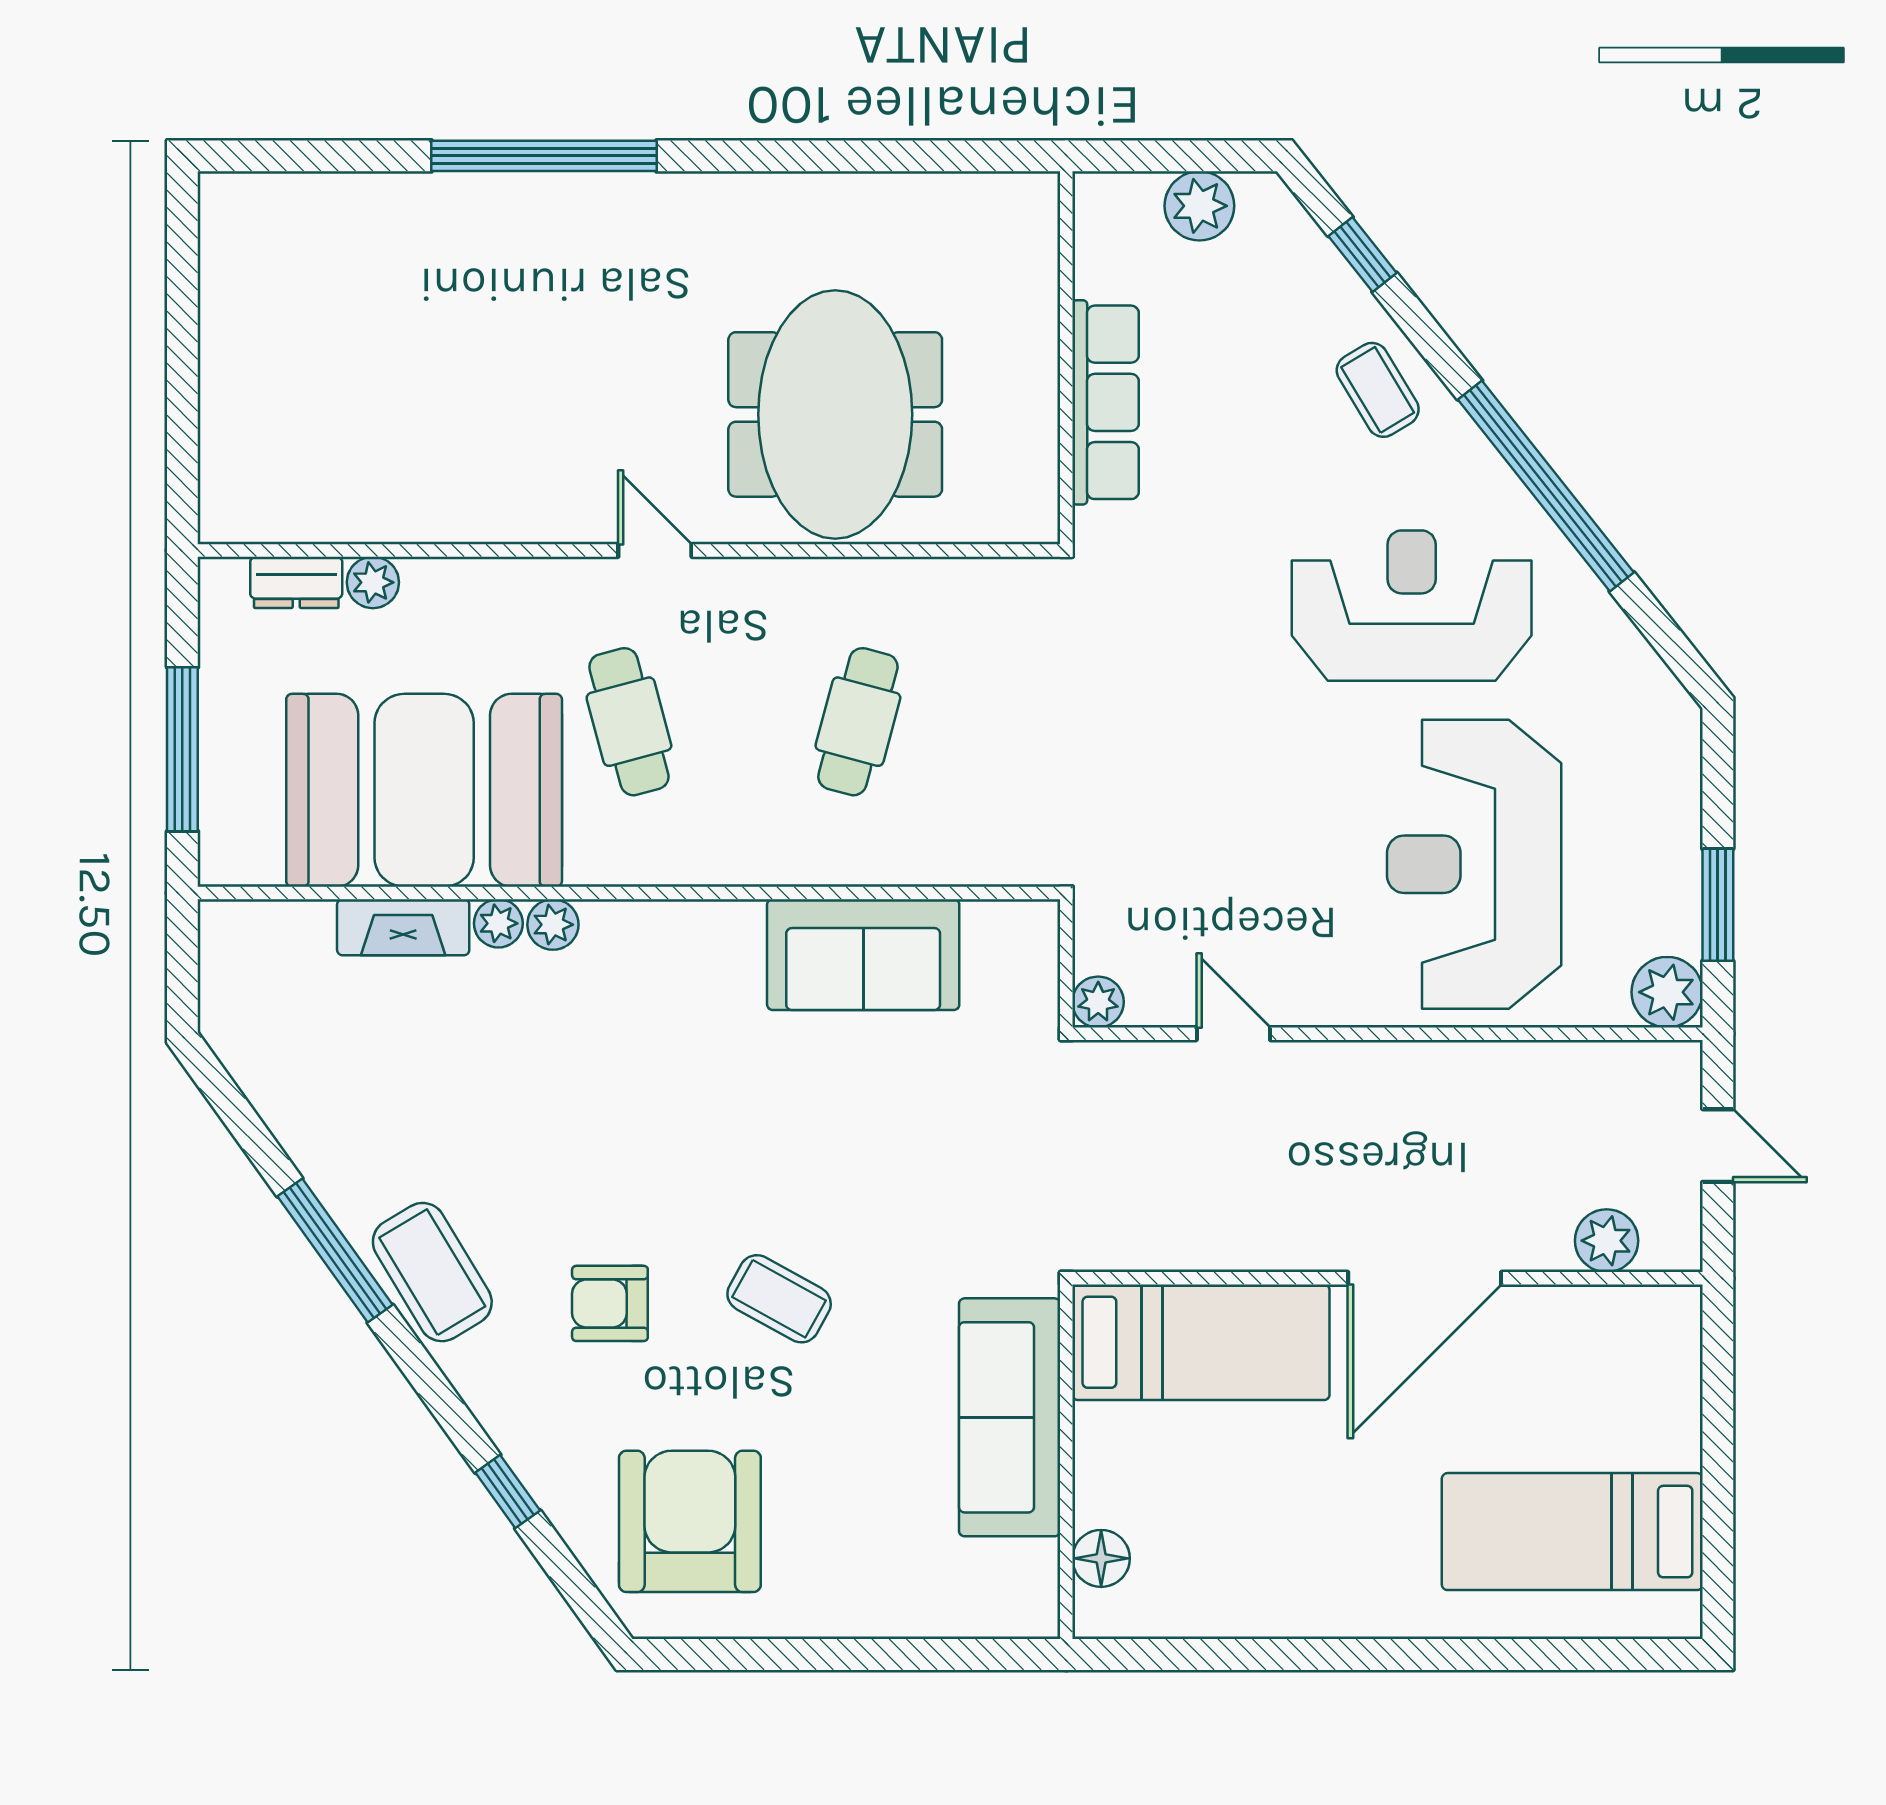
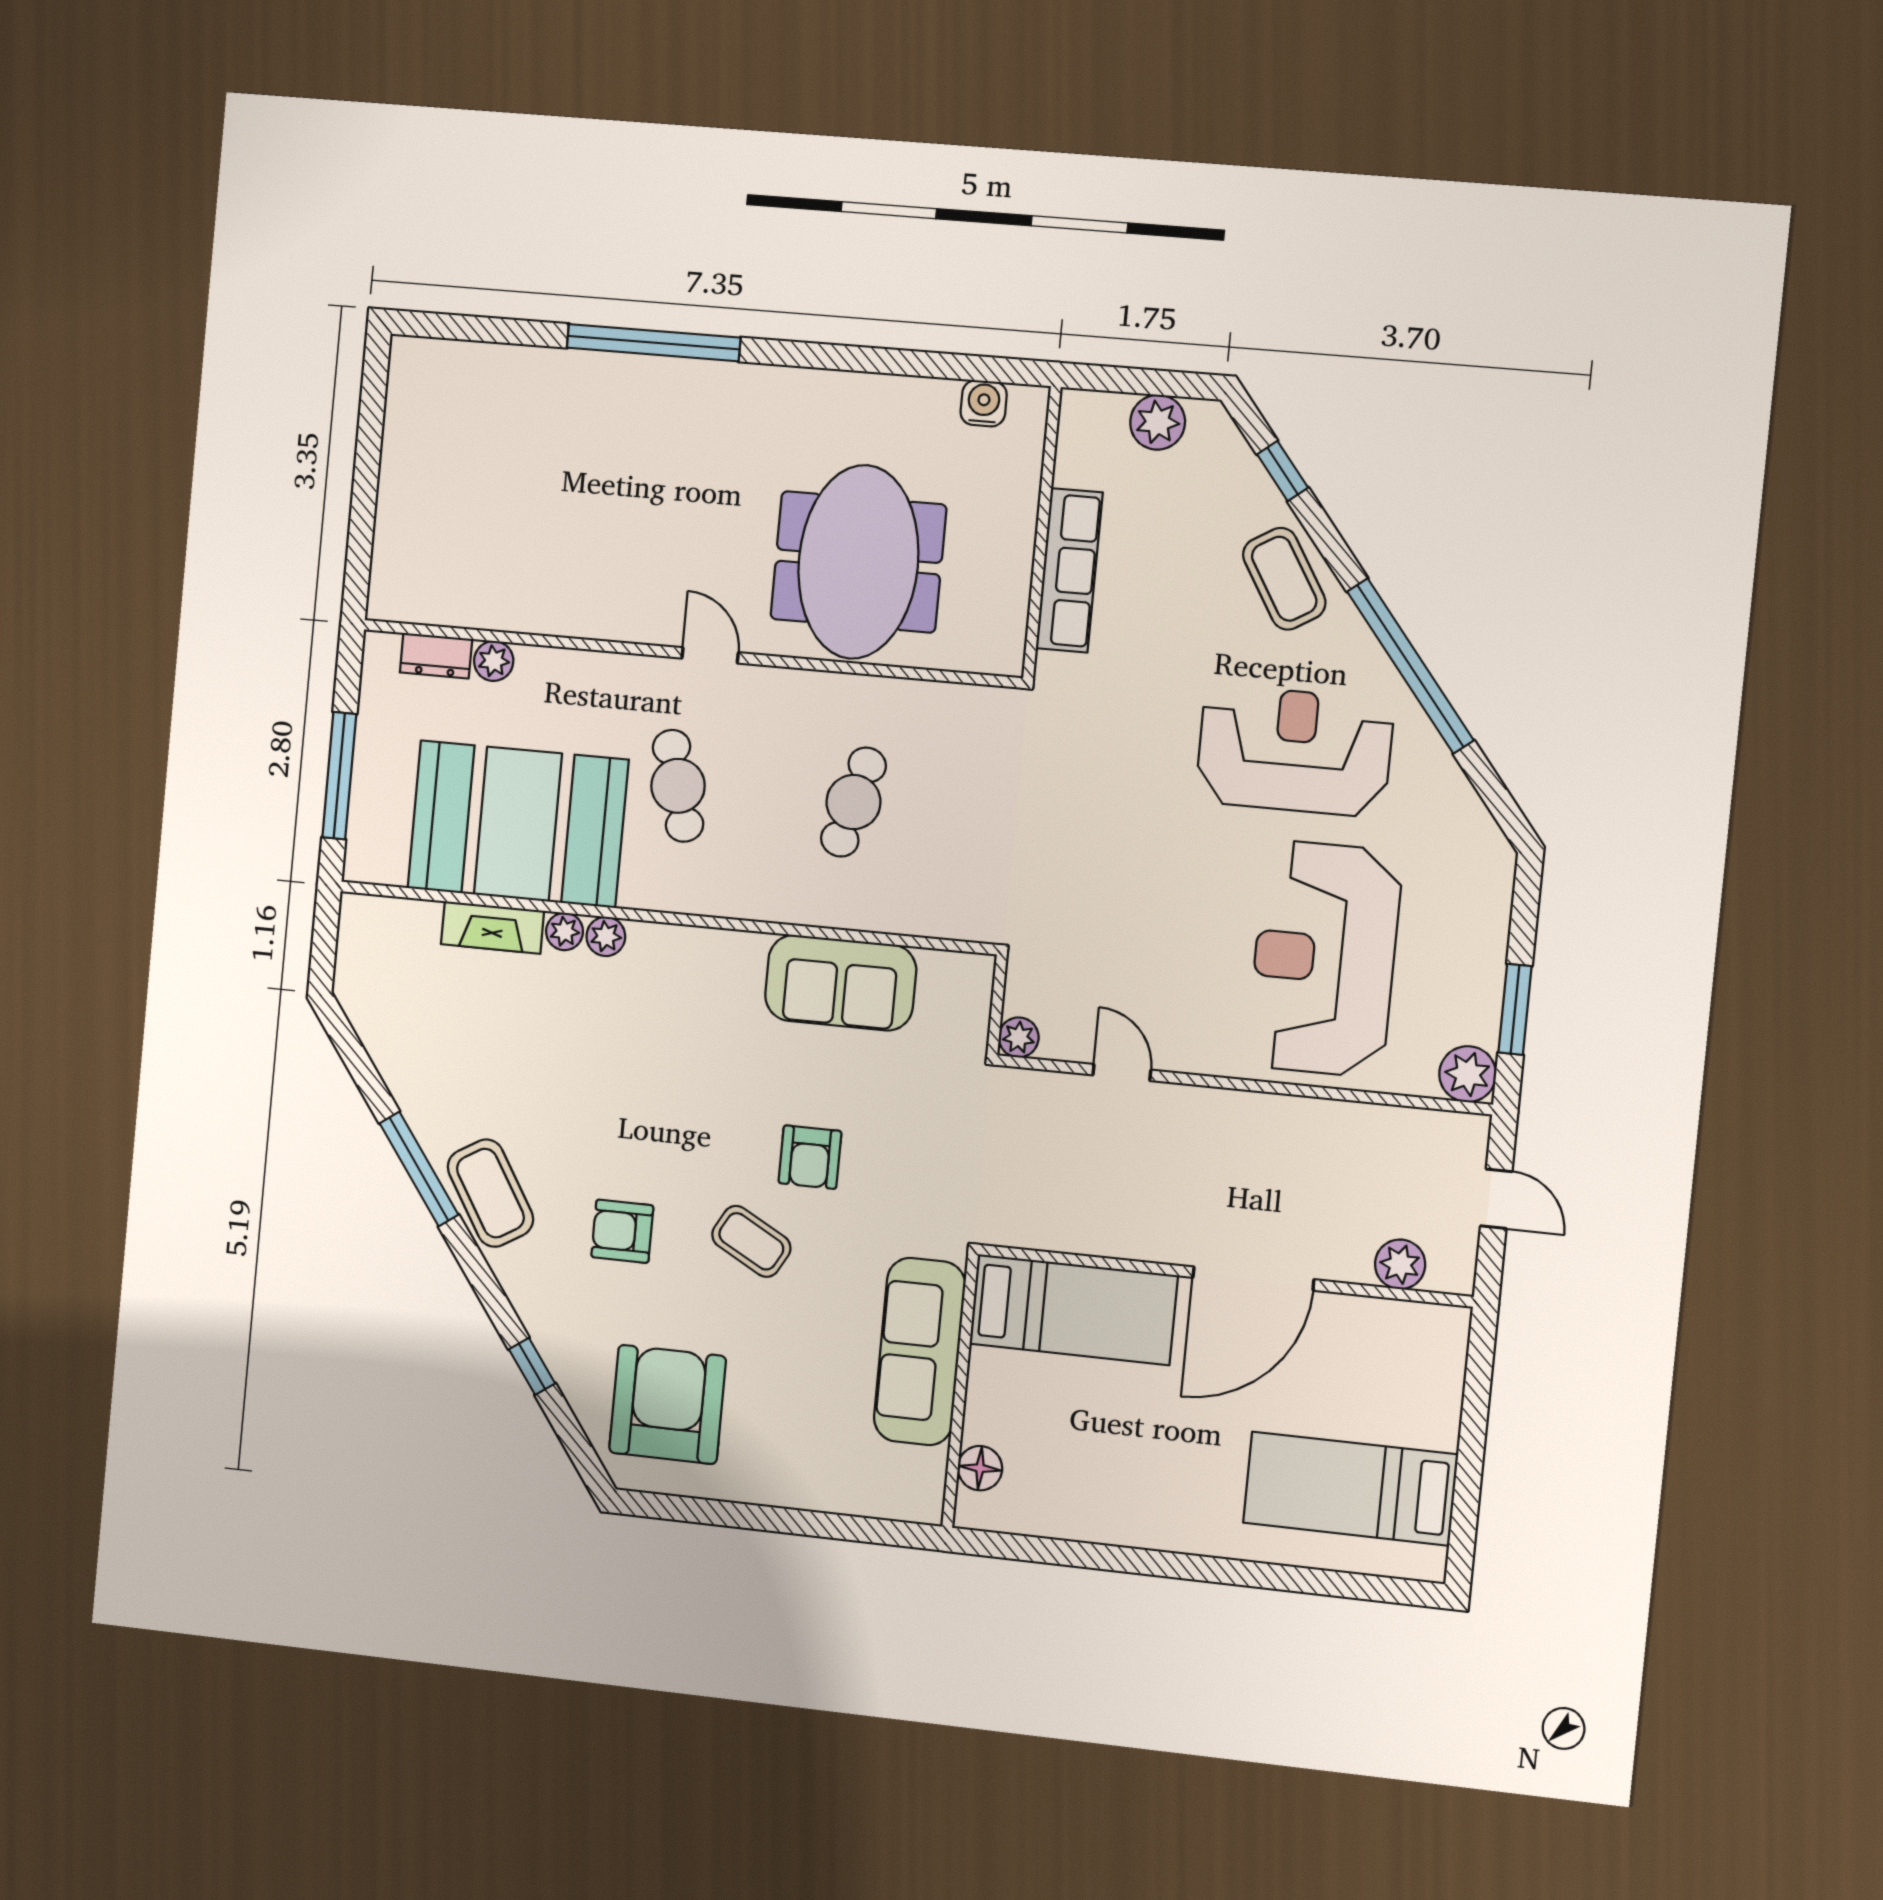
water cooler: (976, 200) -> (984, 403), added
coffee table: (1378, 390) -> (1284, 579), width x1.36, depth x1.30
armchair: (845, 1182) -> (810, 1157), added

